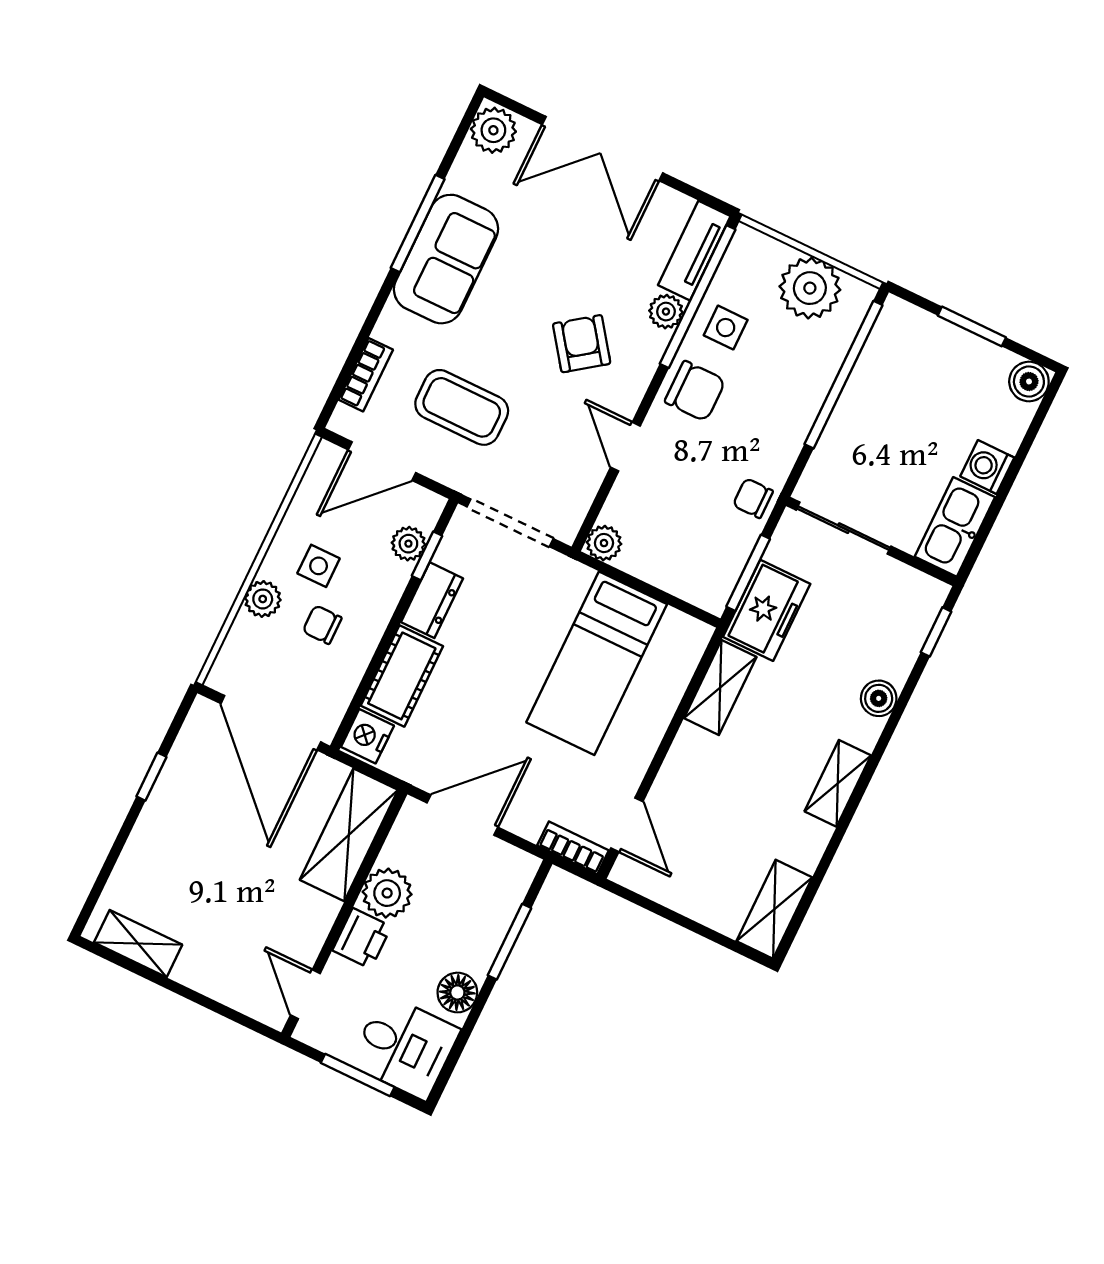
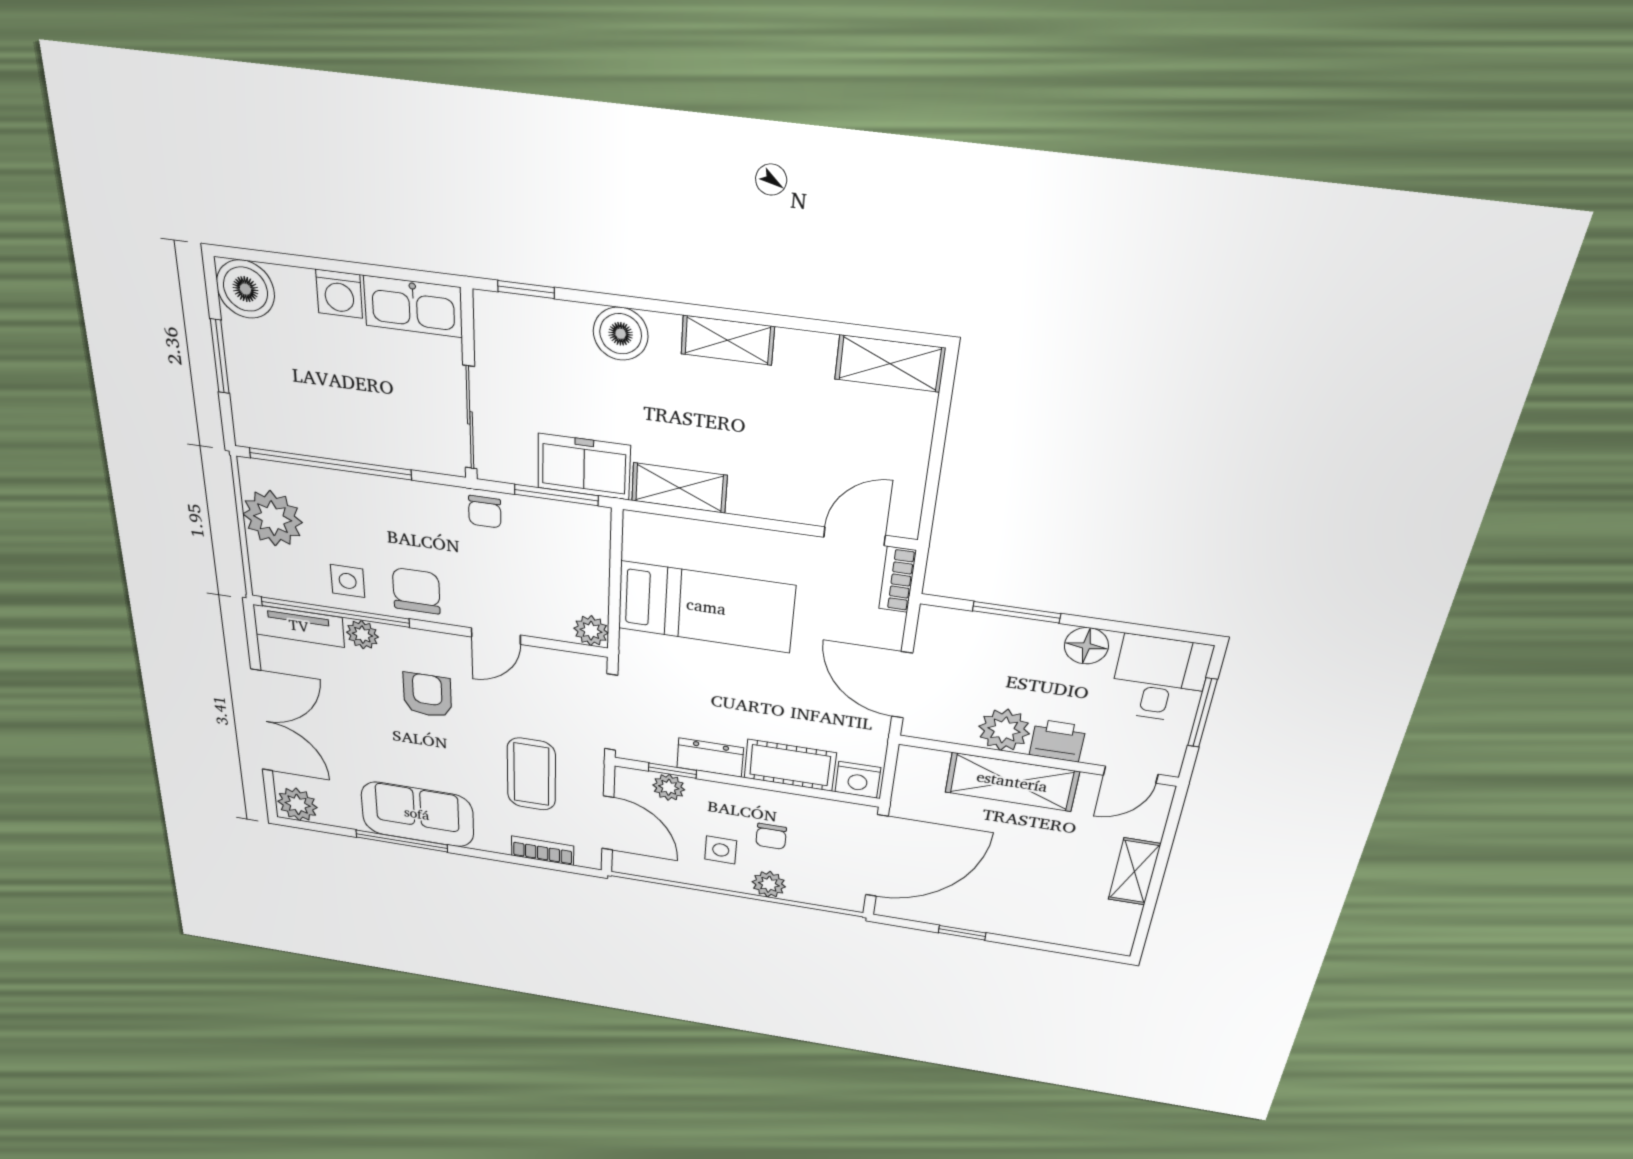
armchair: (582, 344) -> (427, 695), turned 126
boiler: (1029, 382) -> (245, 289), width x1.36, depth x1.36
boiler: (879, 698) -> (621, 334), width x1.36, depth x1.36
shelving: (349, 835) -> (1012, 782), moved
shelving: (138, 944) -> (1134, 872), moved

